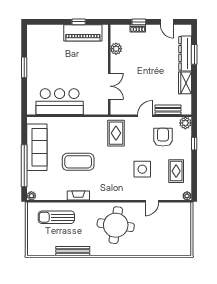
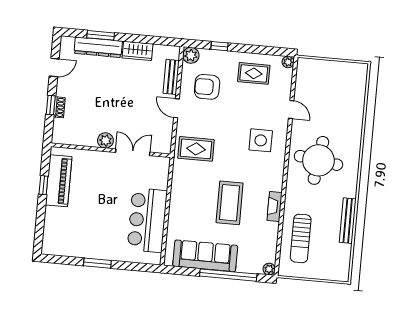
plant: (116, 49) -> (105, 140), moved
side table: (142, 169) -> (261, 140), moved

